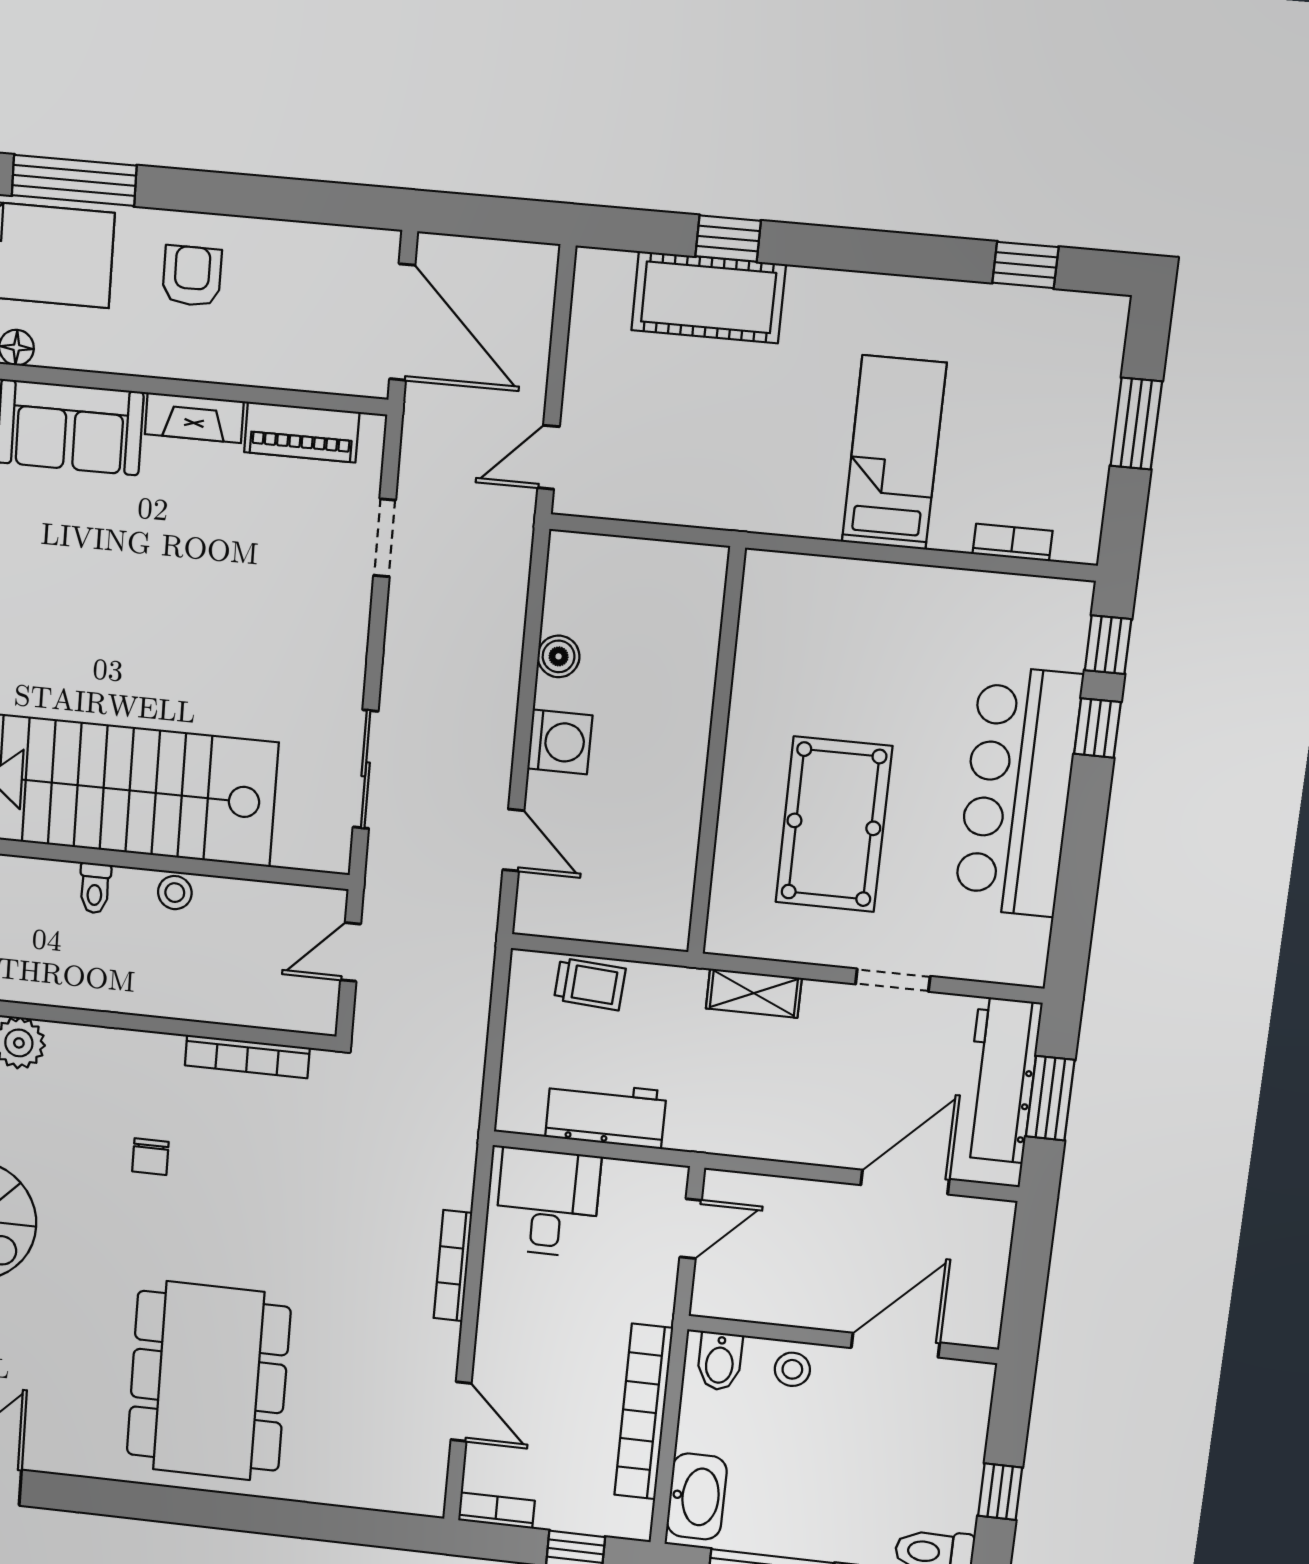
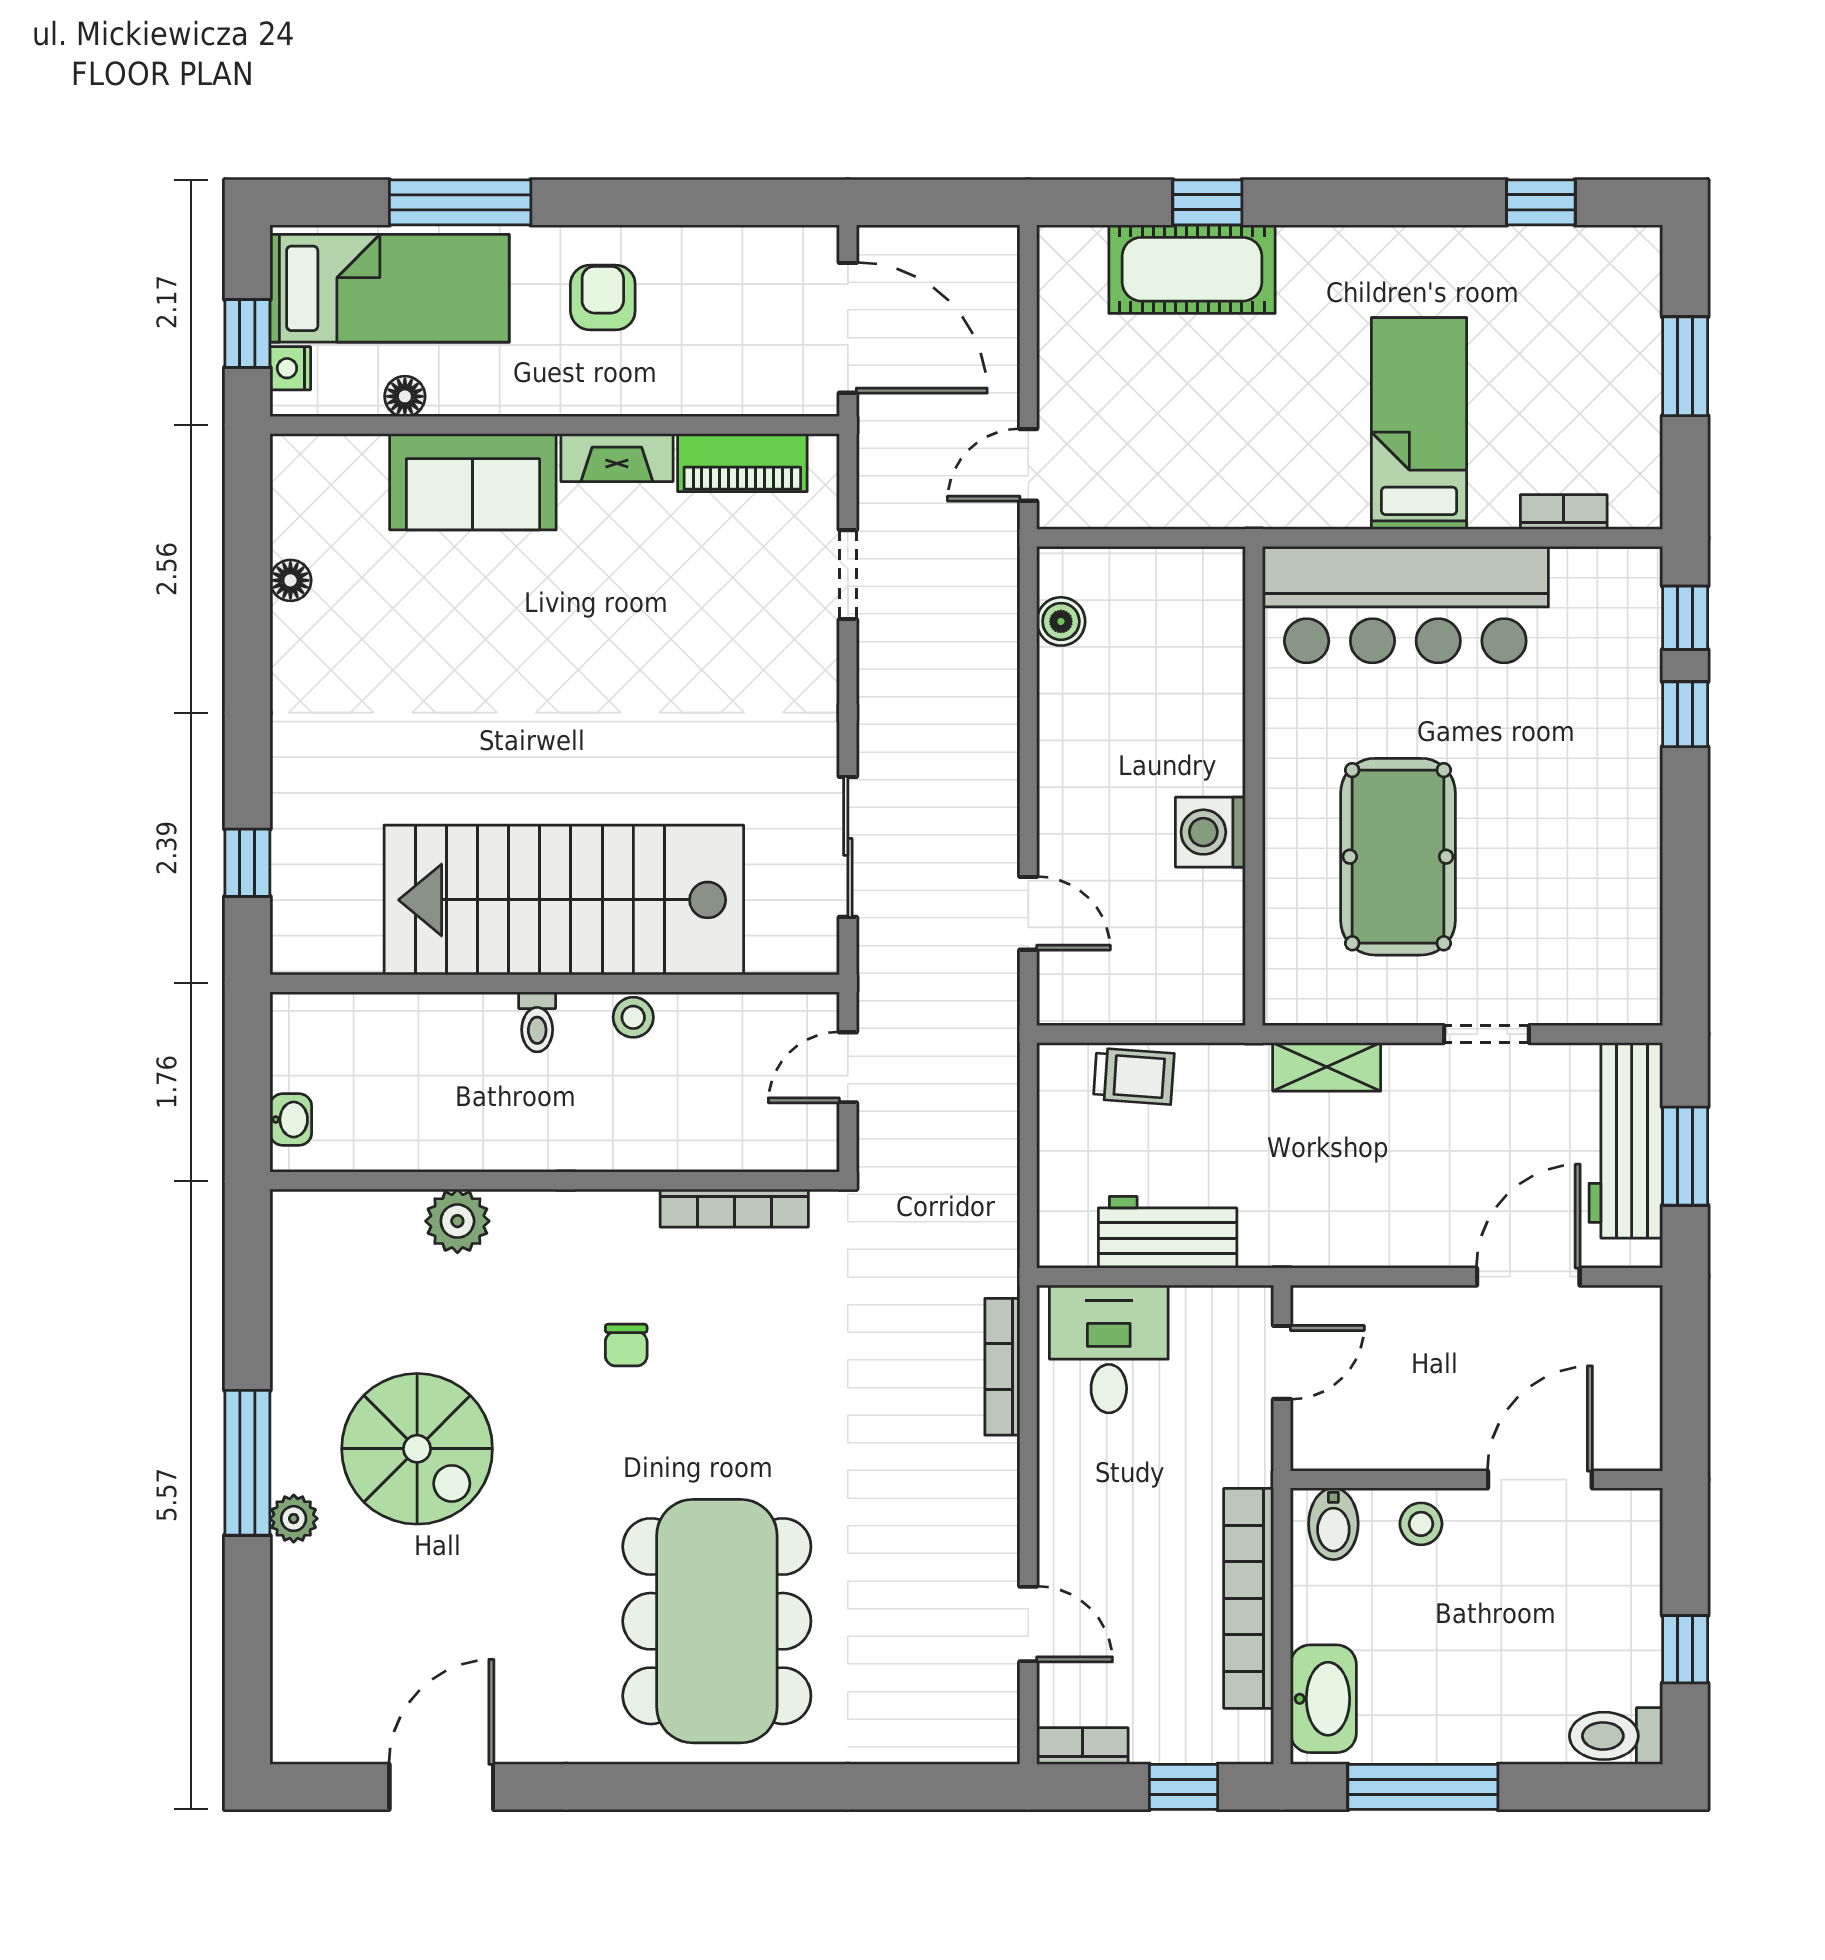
boiler: (559, 656) -> (1061, 621), moved
washing machine: (560, 742) -> (1210, 832), moved, turned 180
bar counter: (1018, 792) -> (1405, 605), moved, turned -90
bookcase: (453, 1266) -> (1002, 1367), moved

